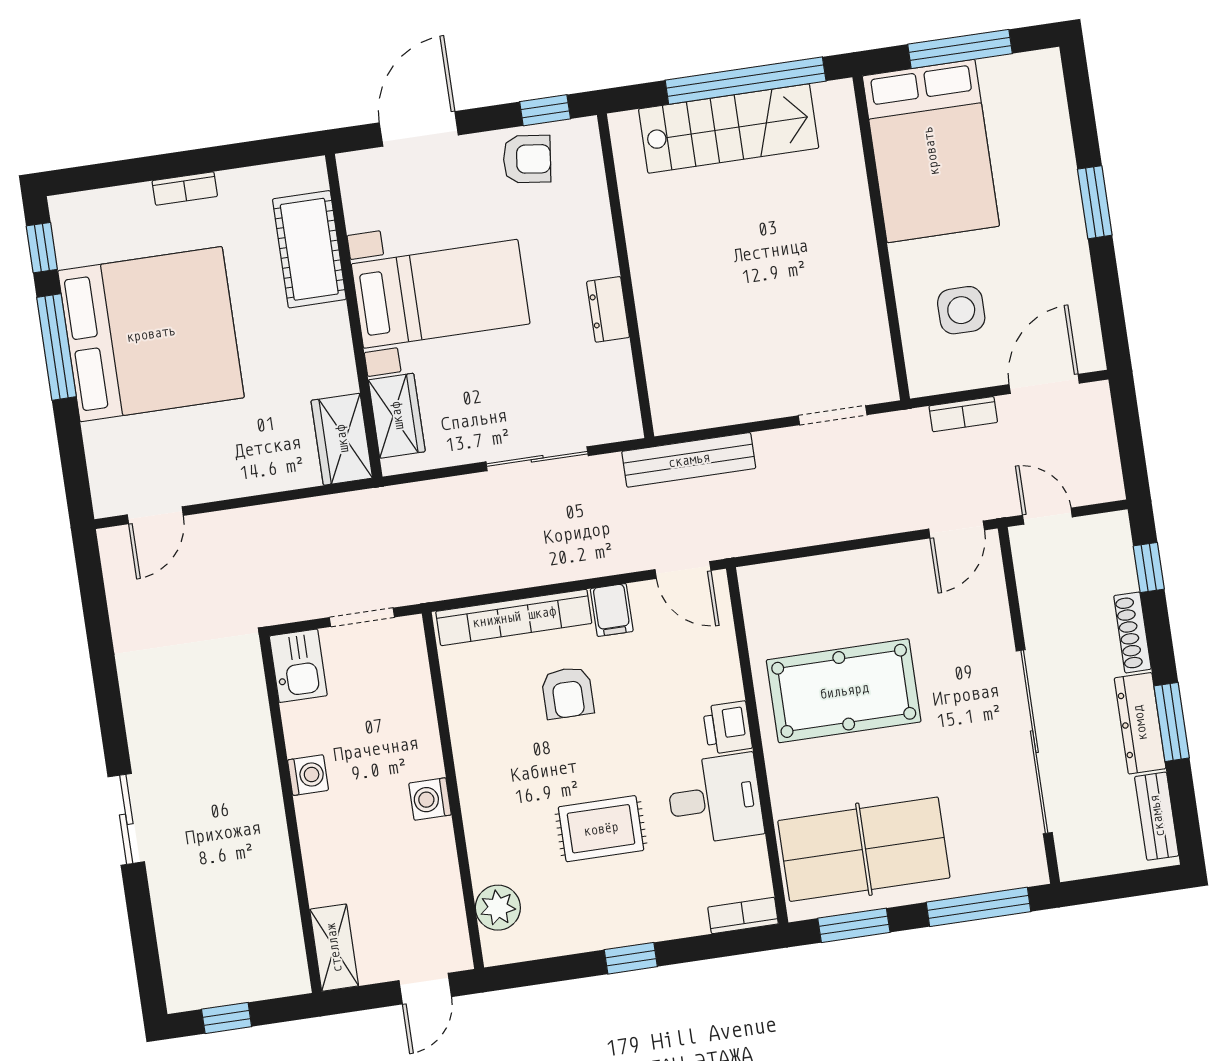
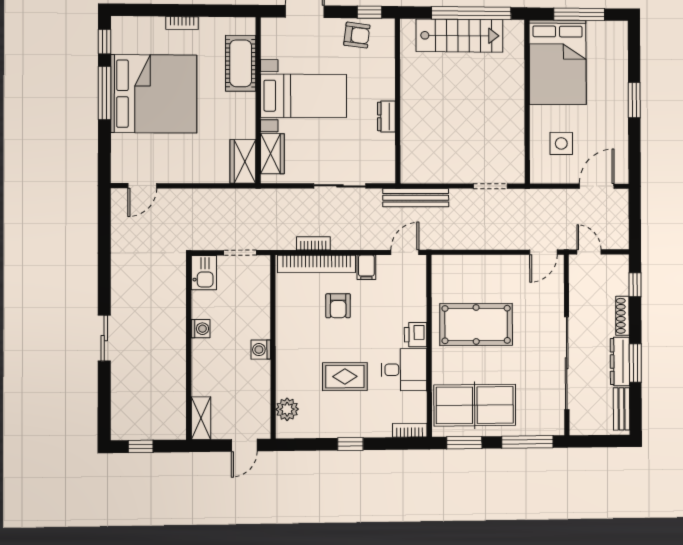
bookcase: (963, 414) -> (313, 243), moved, turned 180
door: (683, 570) -> (405, 252), swing flipped

